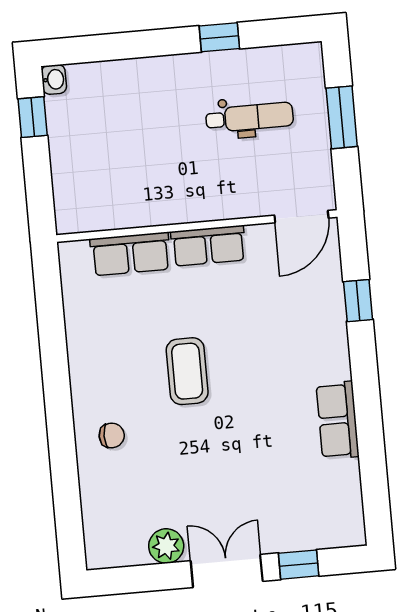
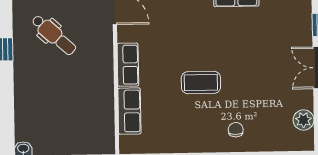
dental chair: (250, 117) -> (54, 35), turned 132
plant: (166, 546) -> (304, 120), moved

